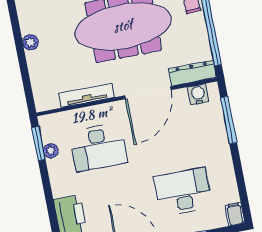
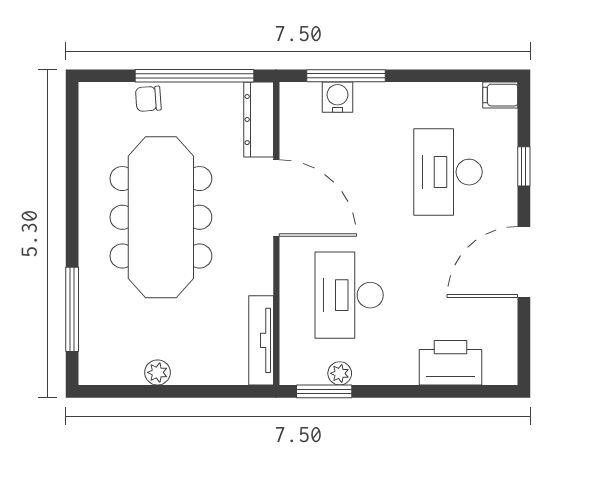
water cooler: (198, 94) -> (337, 97), moved, turned 90
tv unit: (87, 95) -> (261, 340), moved
desk: (99, 147) -> (349, 295), turned 180

